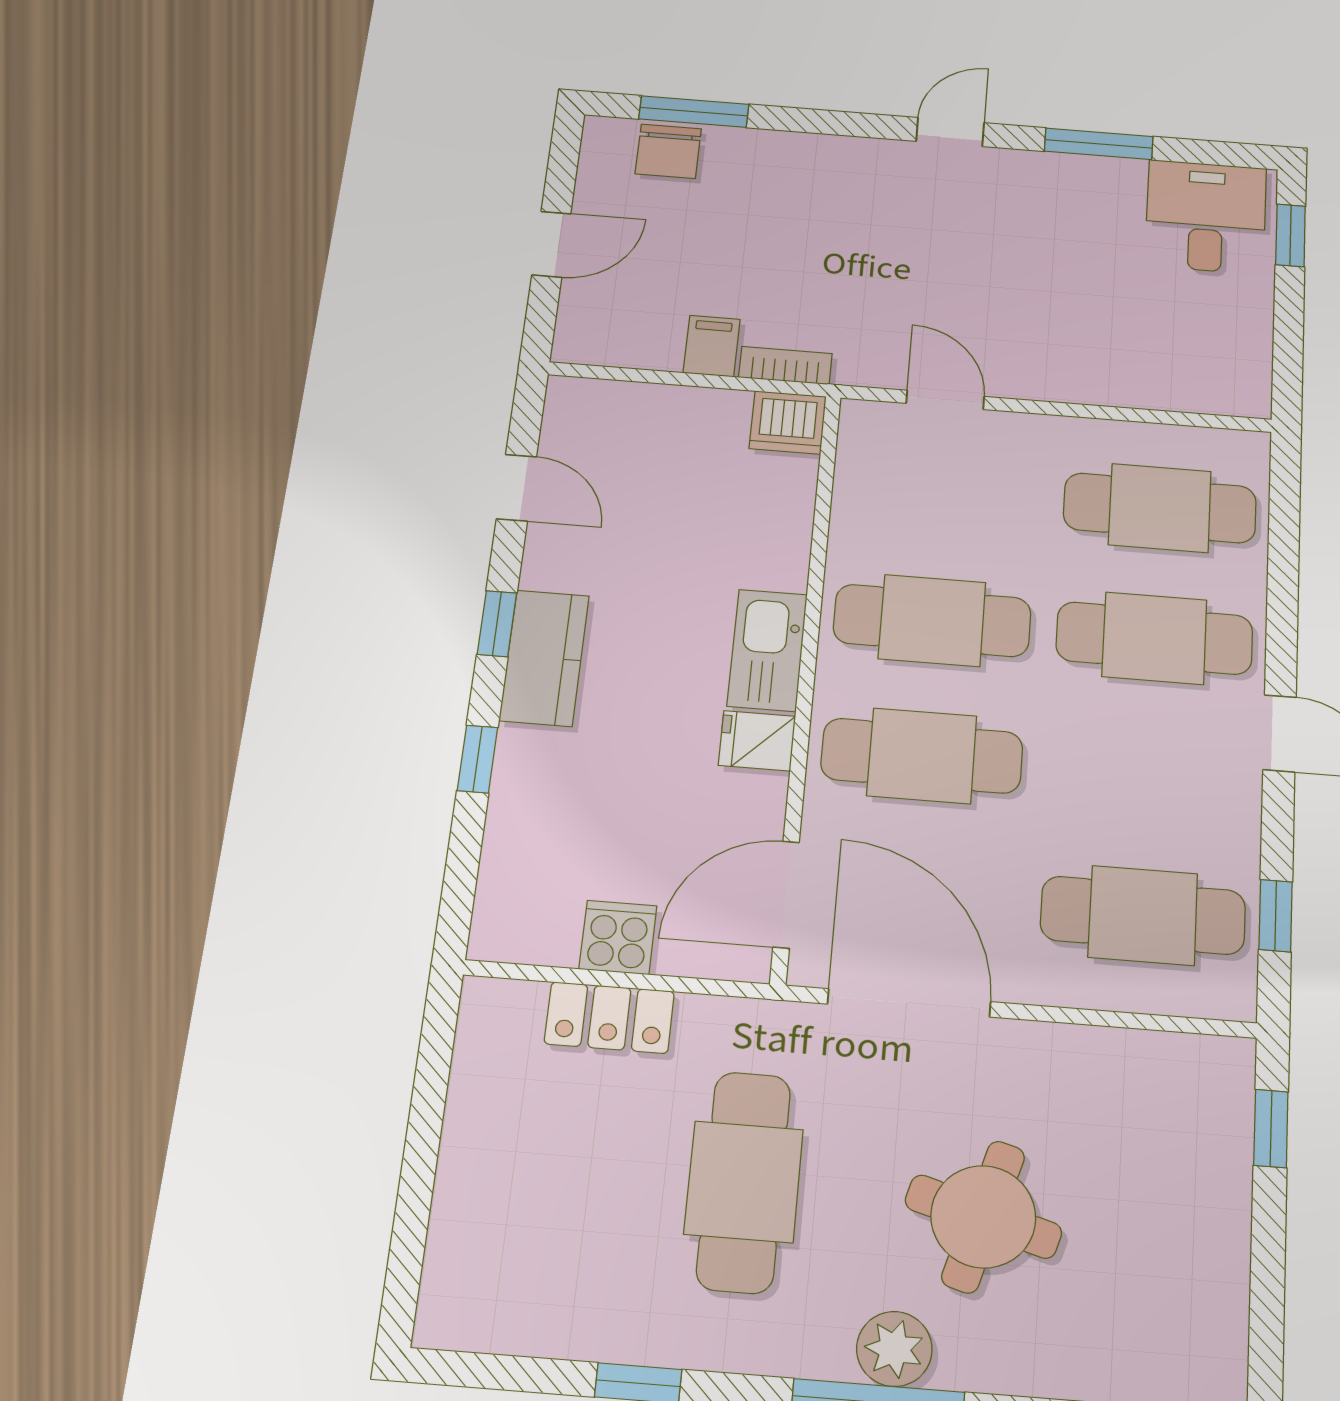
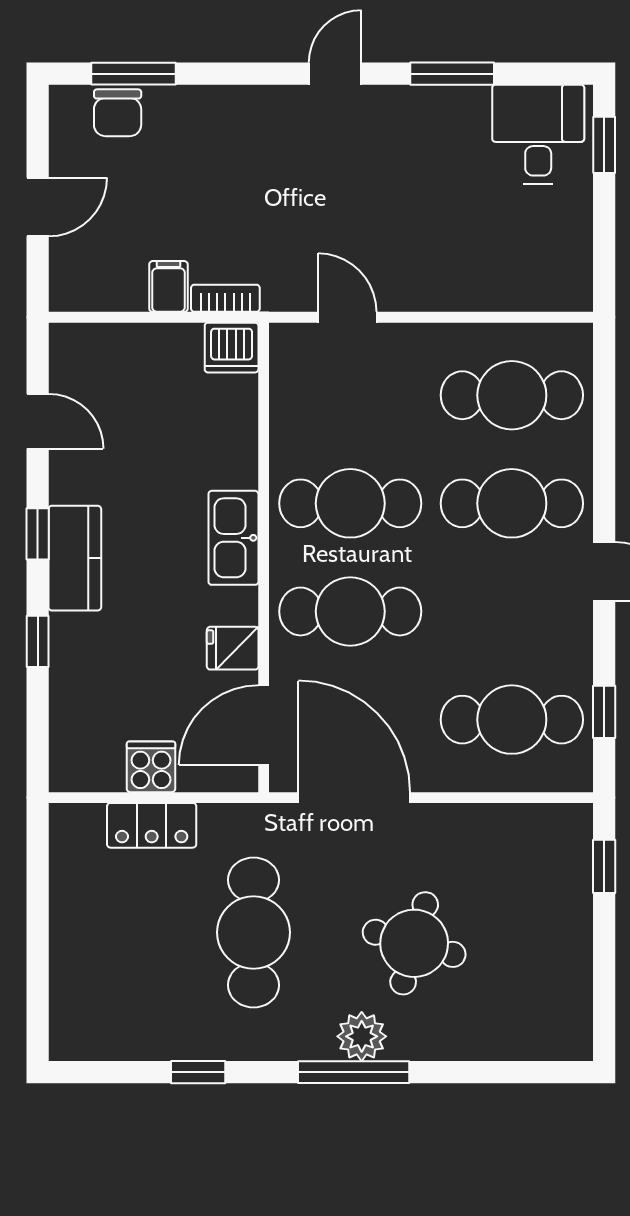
fridge: (757, 741) -> (233, 648), moved

